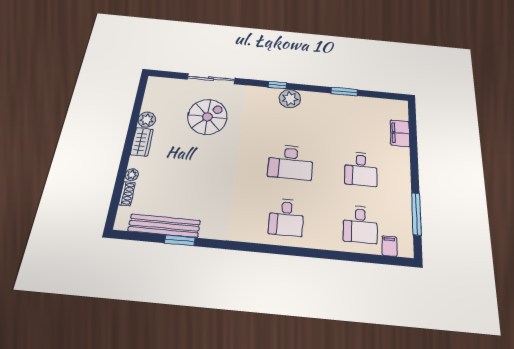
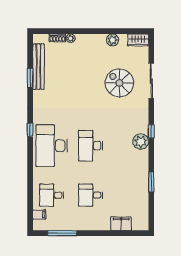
spiral stairs: (207, 117) -> (119, 83), turned 180
wardrobe: (142, 142) -> (138, 40), moved
desk: (286, 217) -> (52, 146), width x1.87, depth x1.30
window: (259, 248) -> (30, 130), added

